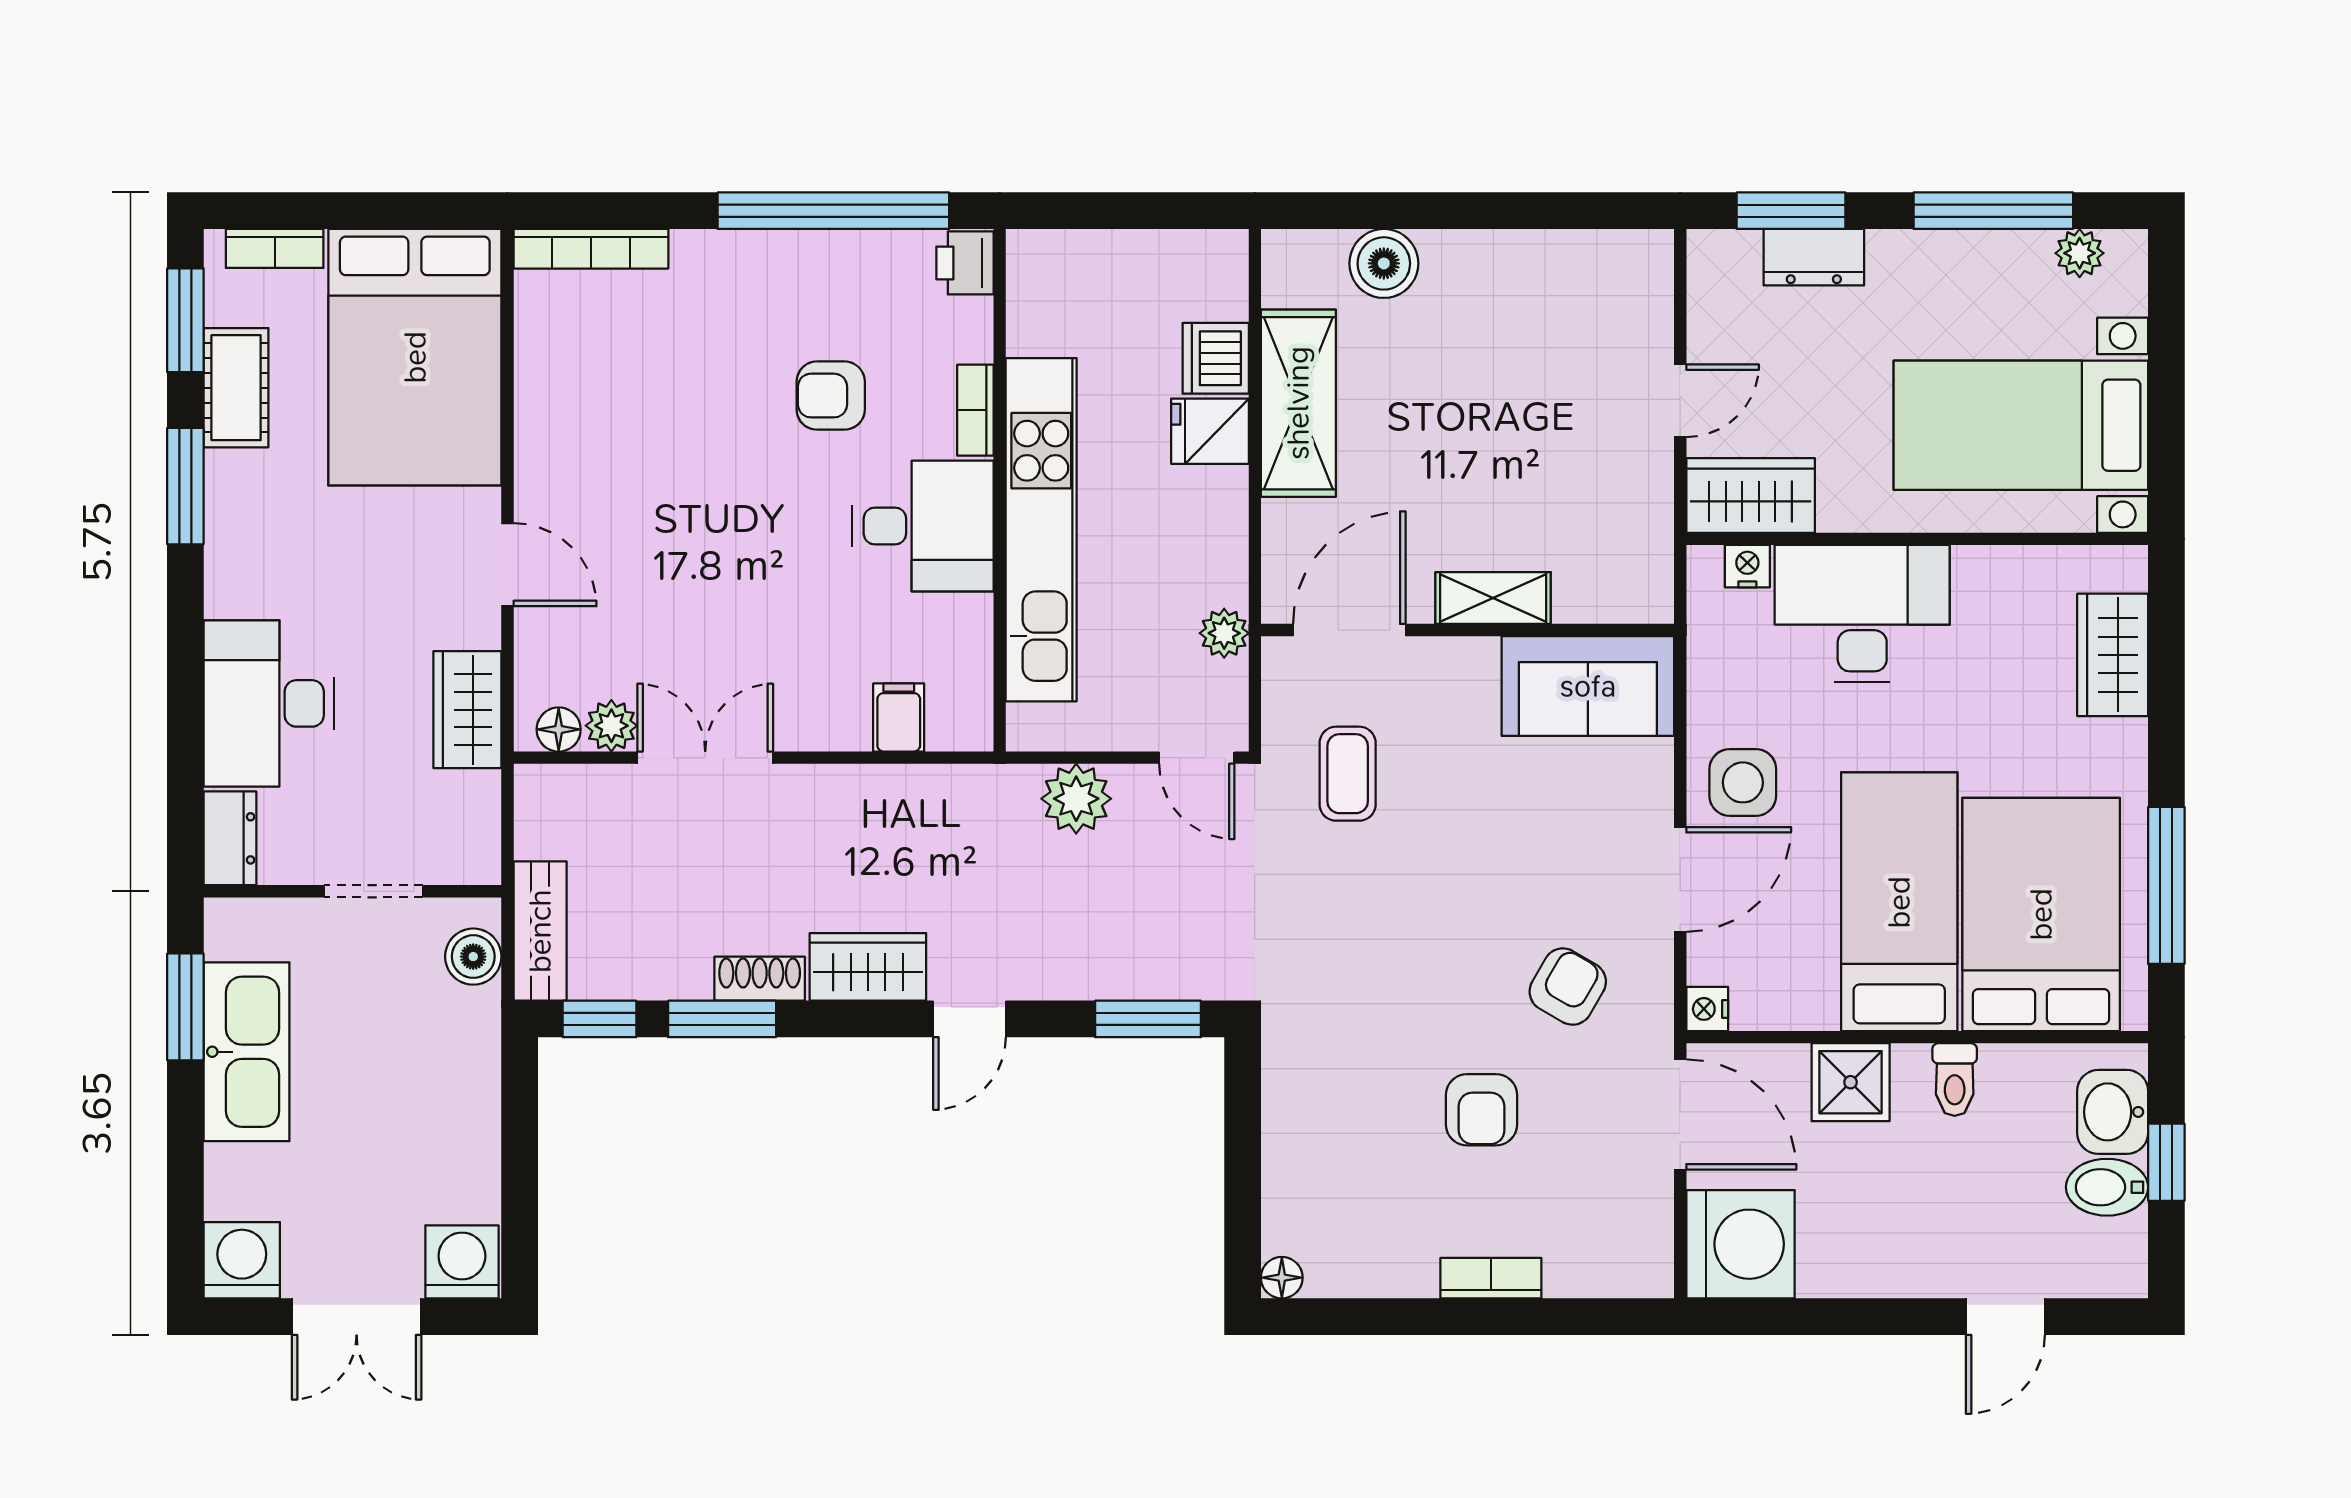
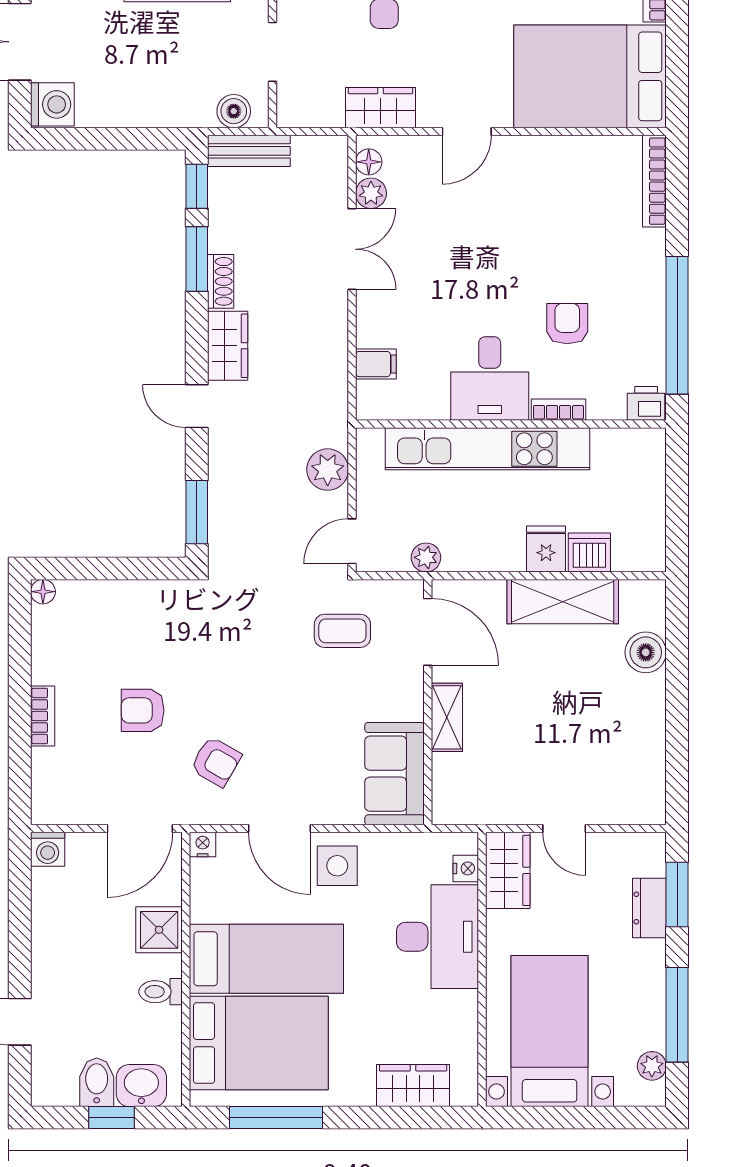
washing machine: (1740, 1244) -> (48, 849), width x0.53, depth x0.53

